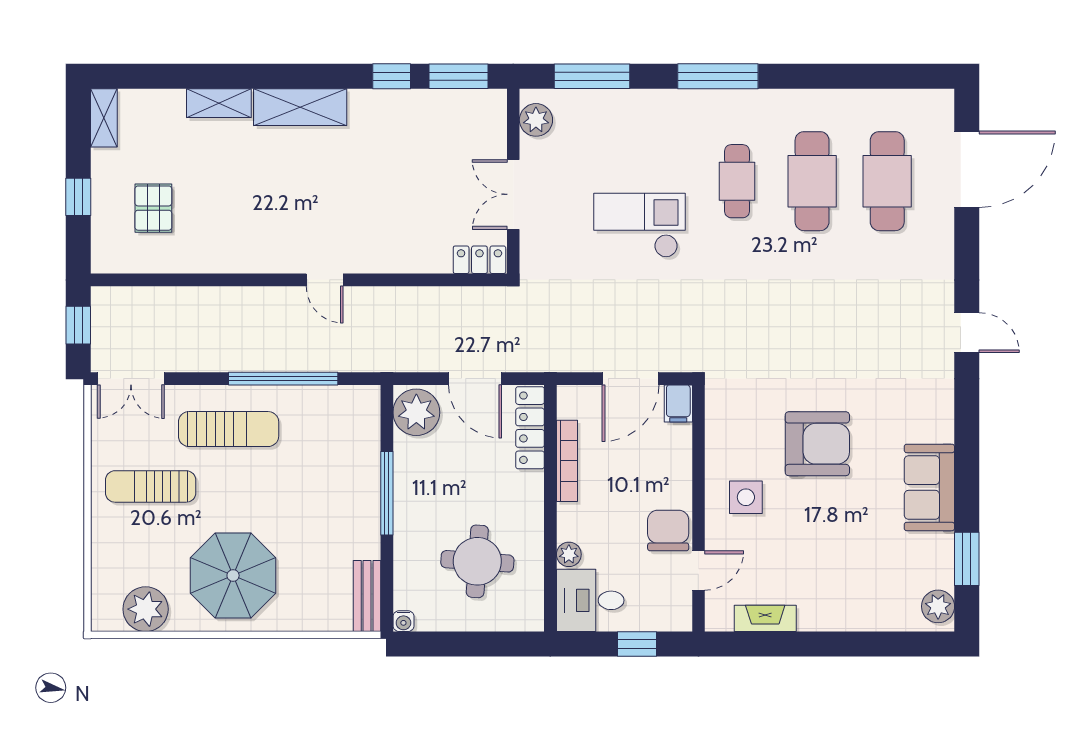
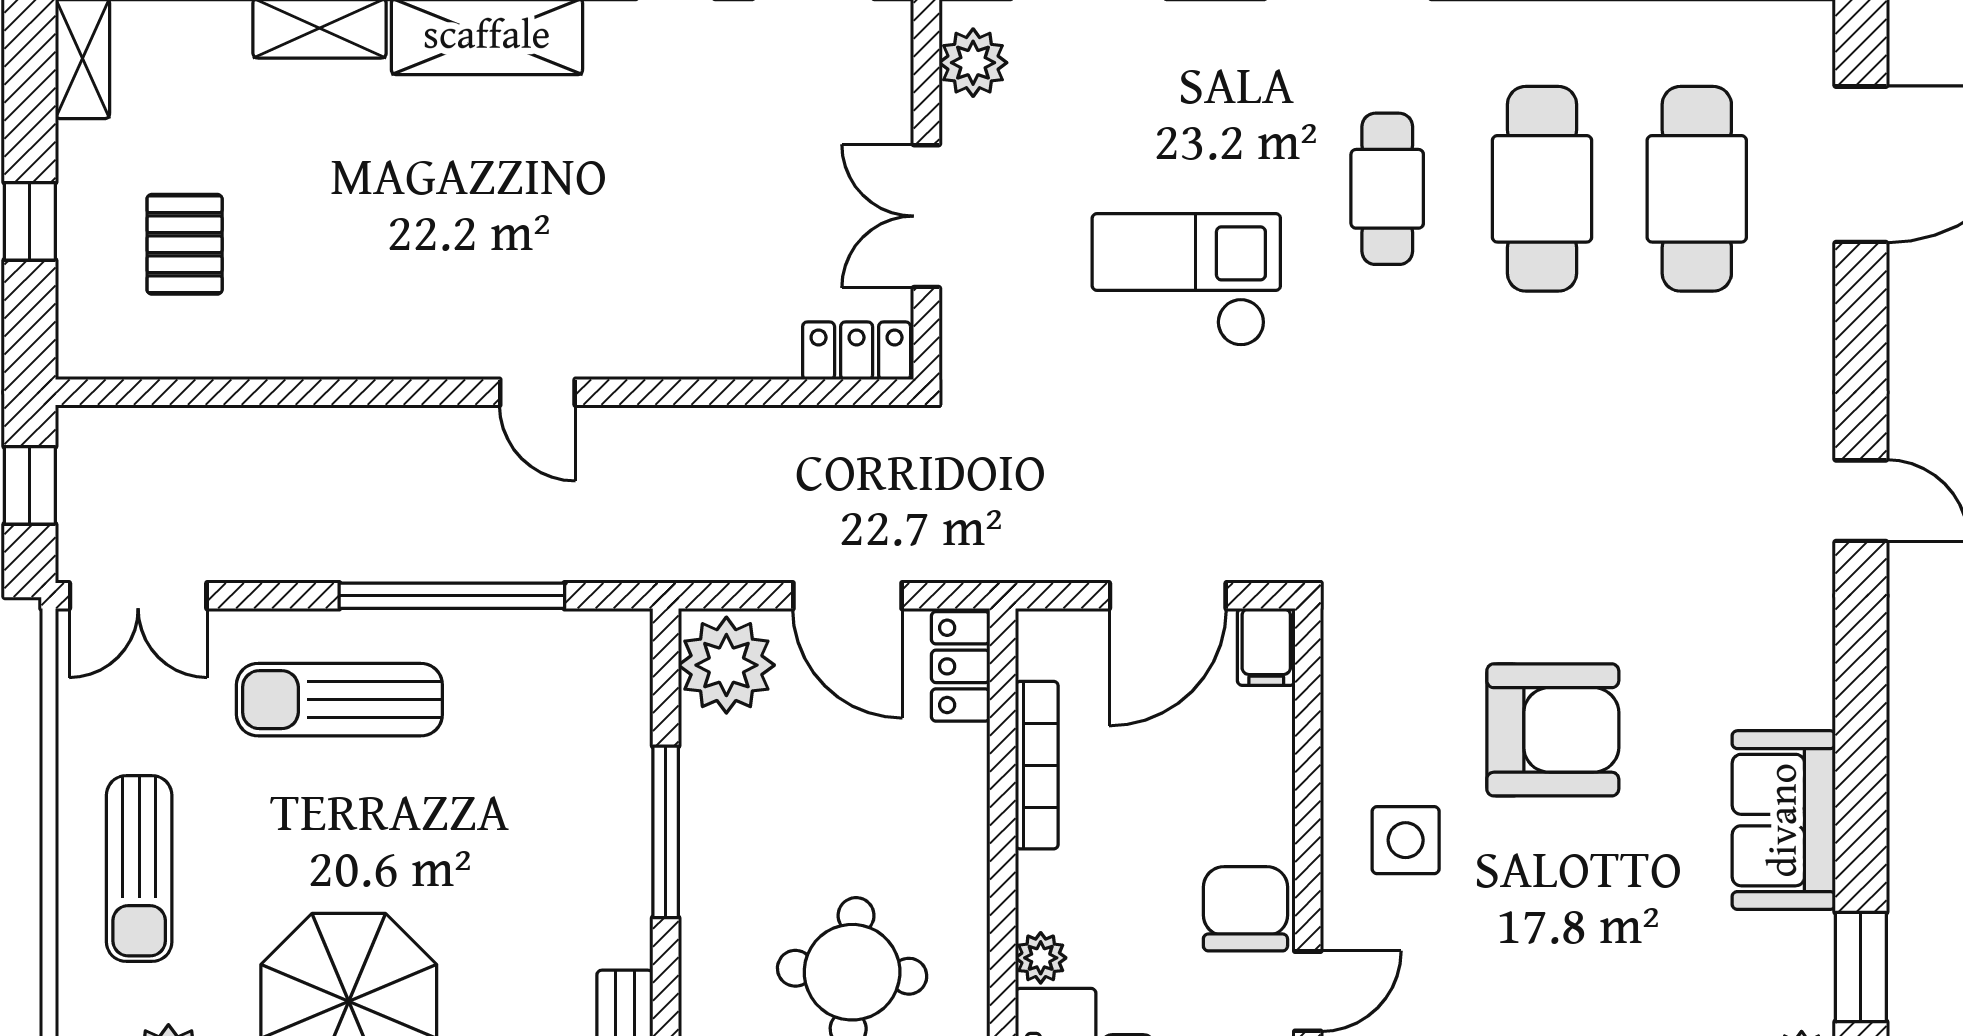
locker: (530, 428) -> (961, 666), width x0.66
sun lounger: (229, 429) -> (339, 700), turned 180
sun lounger: (151, 486) -> (139, 869), moved, turned -90

